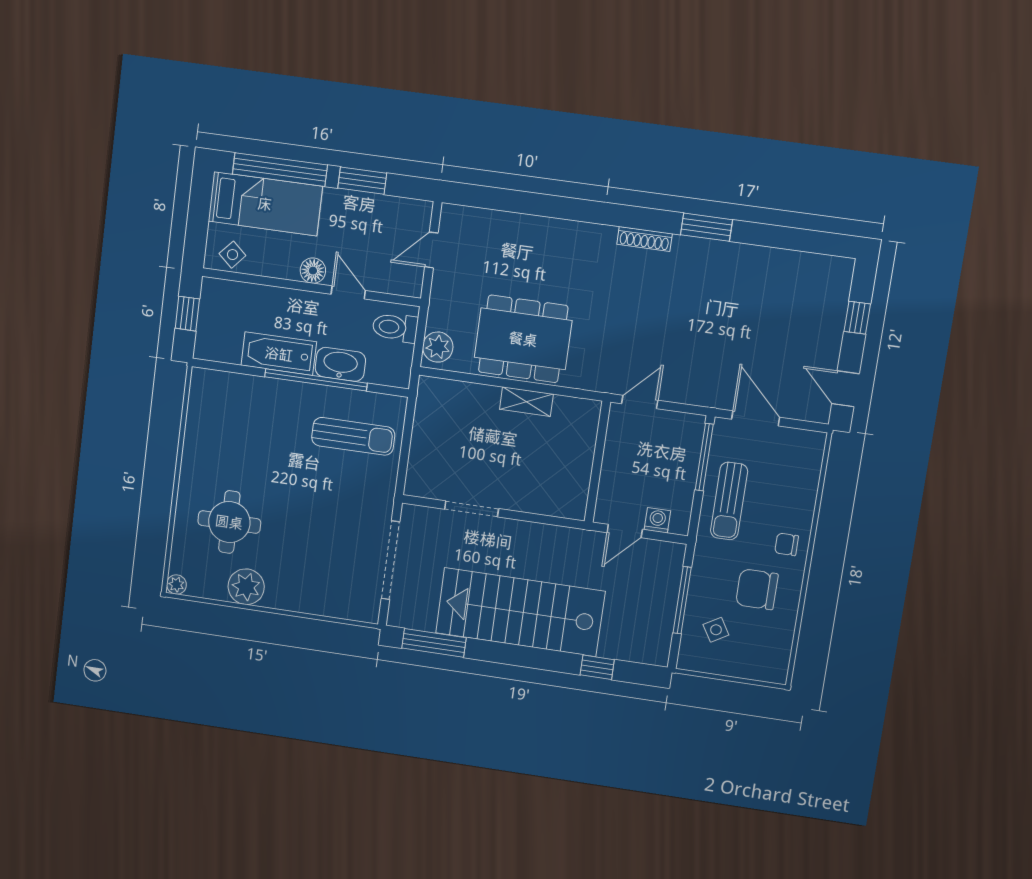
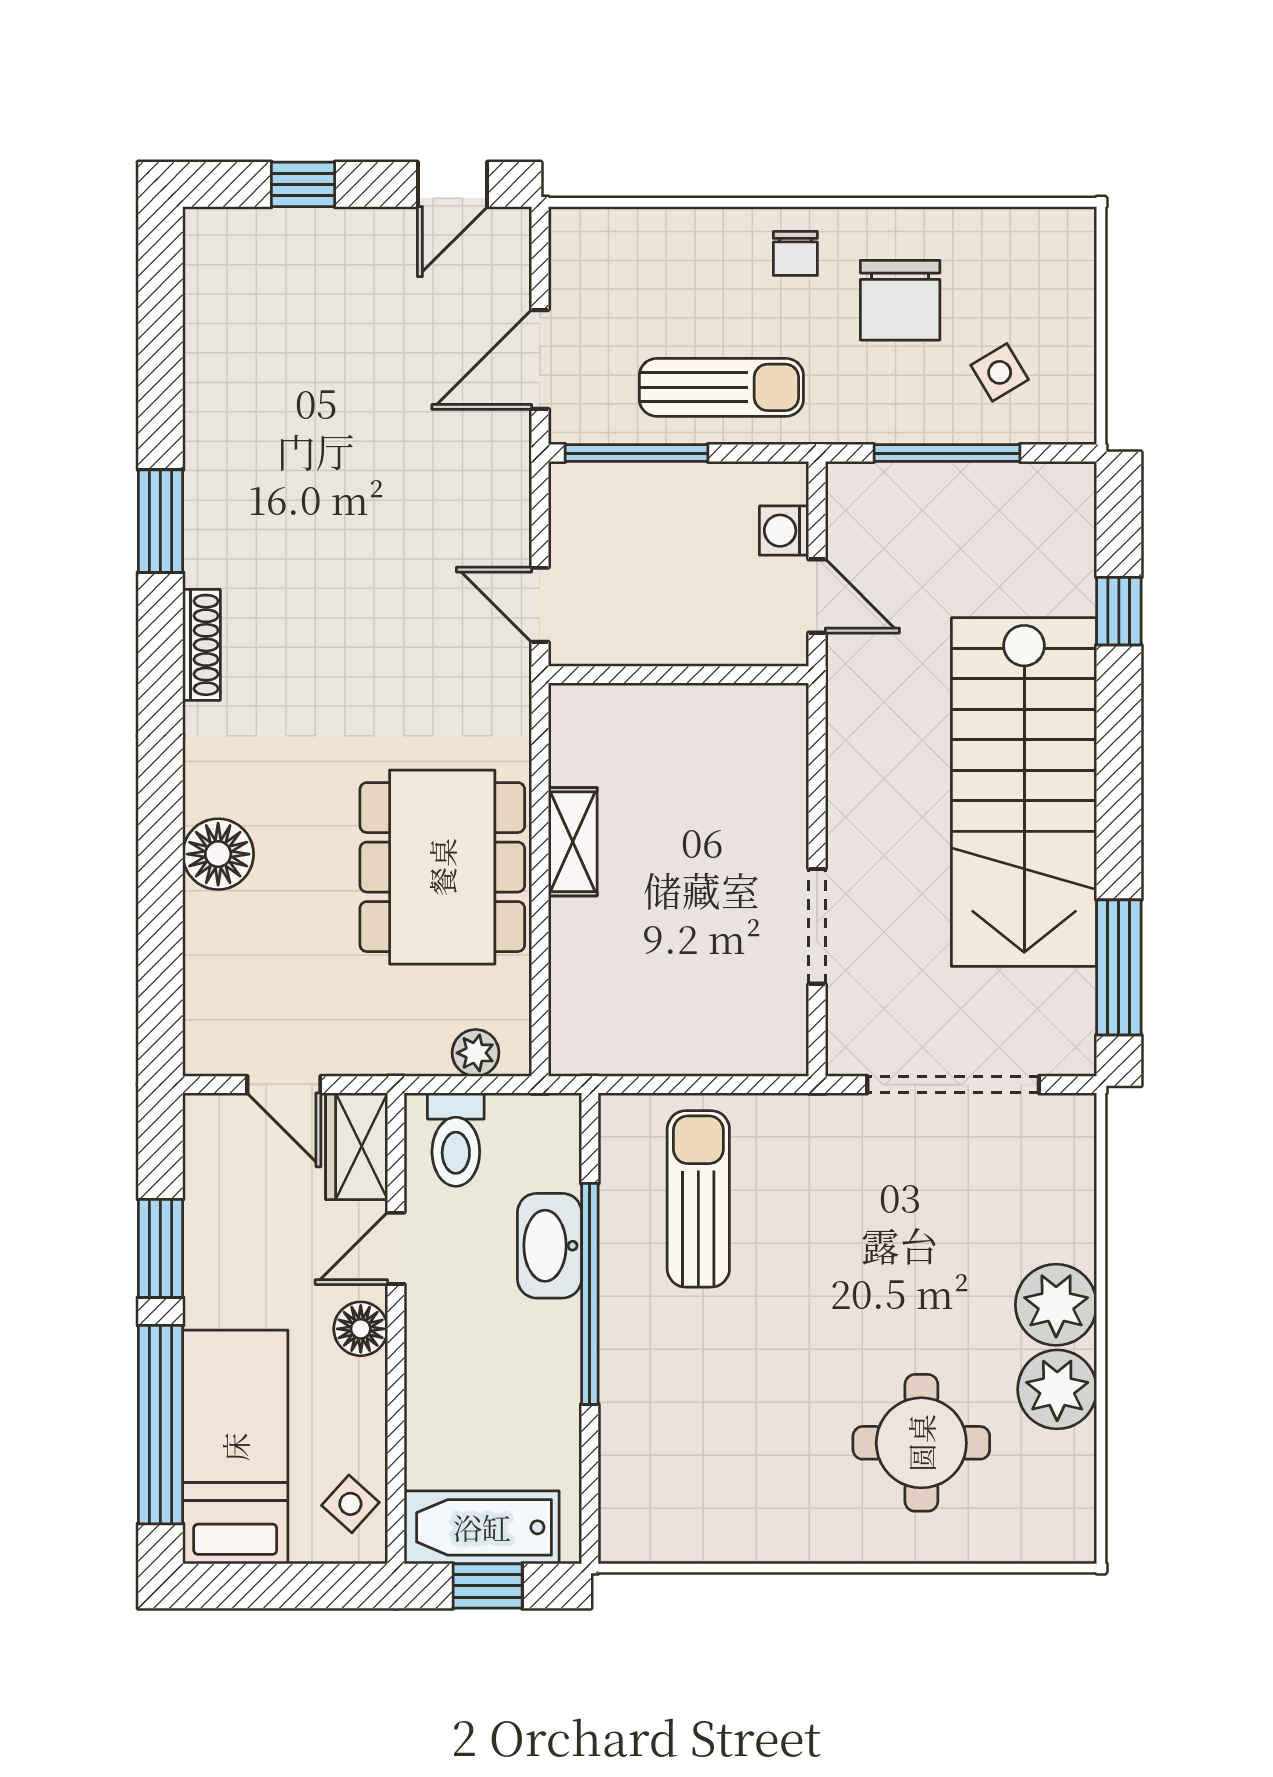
floor lamp: (544, 233) -> (218, 854), added
wardrobe: (398, 280) -> (357, 1146), added
plant: (438, 347) -> (476, 1053), width x0.73, depth x0.73
bathtub: (279, 354) -> (482, 1527), moved, turned 90
plant: (176, 585) -> (1056, 1305), moved, width x1.88, depth x1.88

